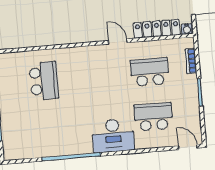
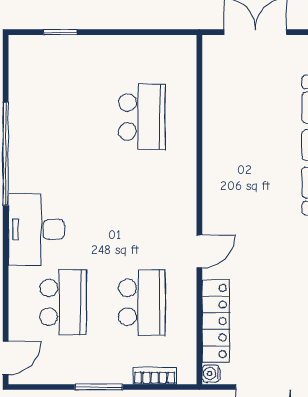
school desk: (44, 81) -> (142, 117), turned -90

